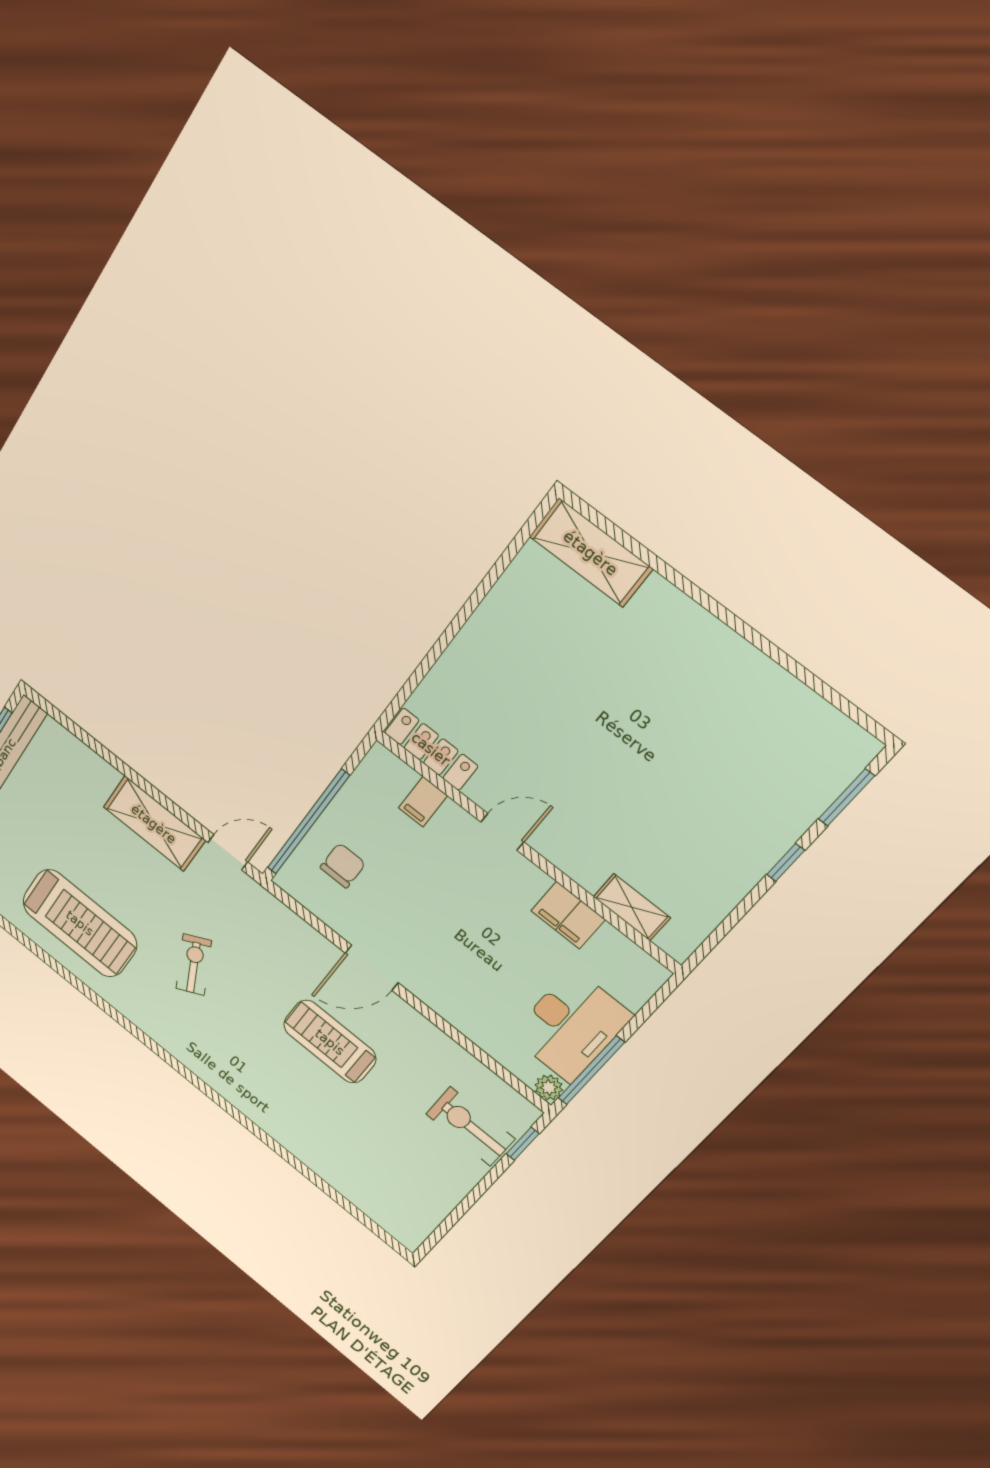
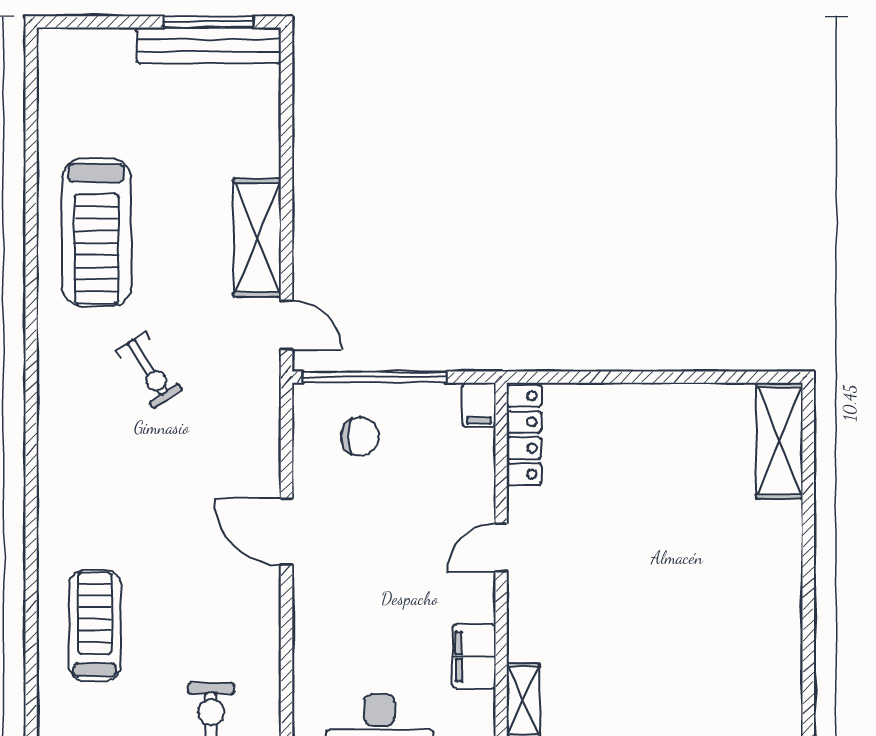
filing cabinet: (423, 802) -> (479, 405), moved, turned -90
door: (502, 832) -> (501, 548), swing flipped
exercise bike: (194, 965) -> (149, 370), turned 84
treadmill: (330, 1042) -> (95, 625), moved

